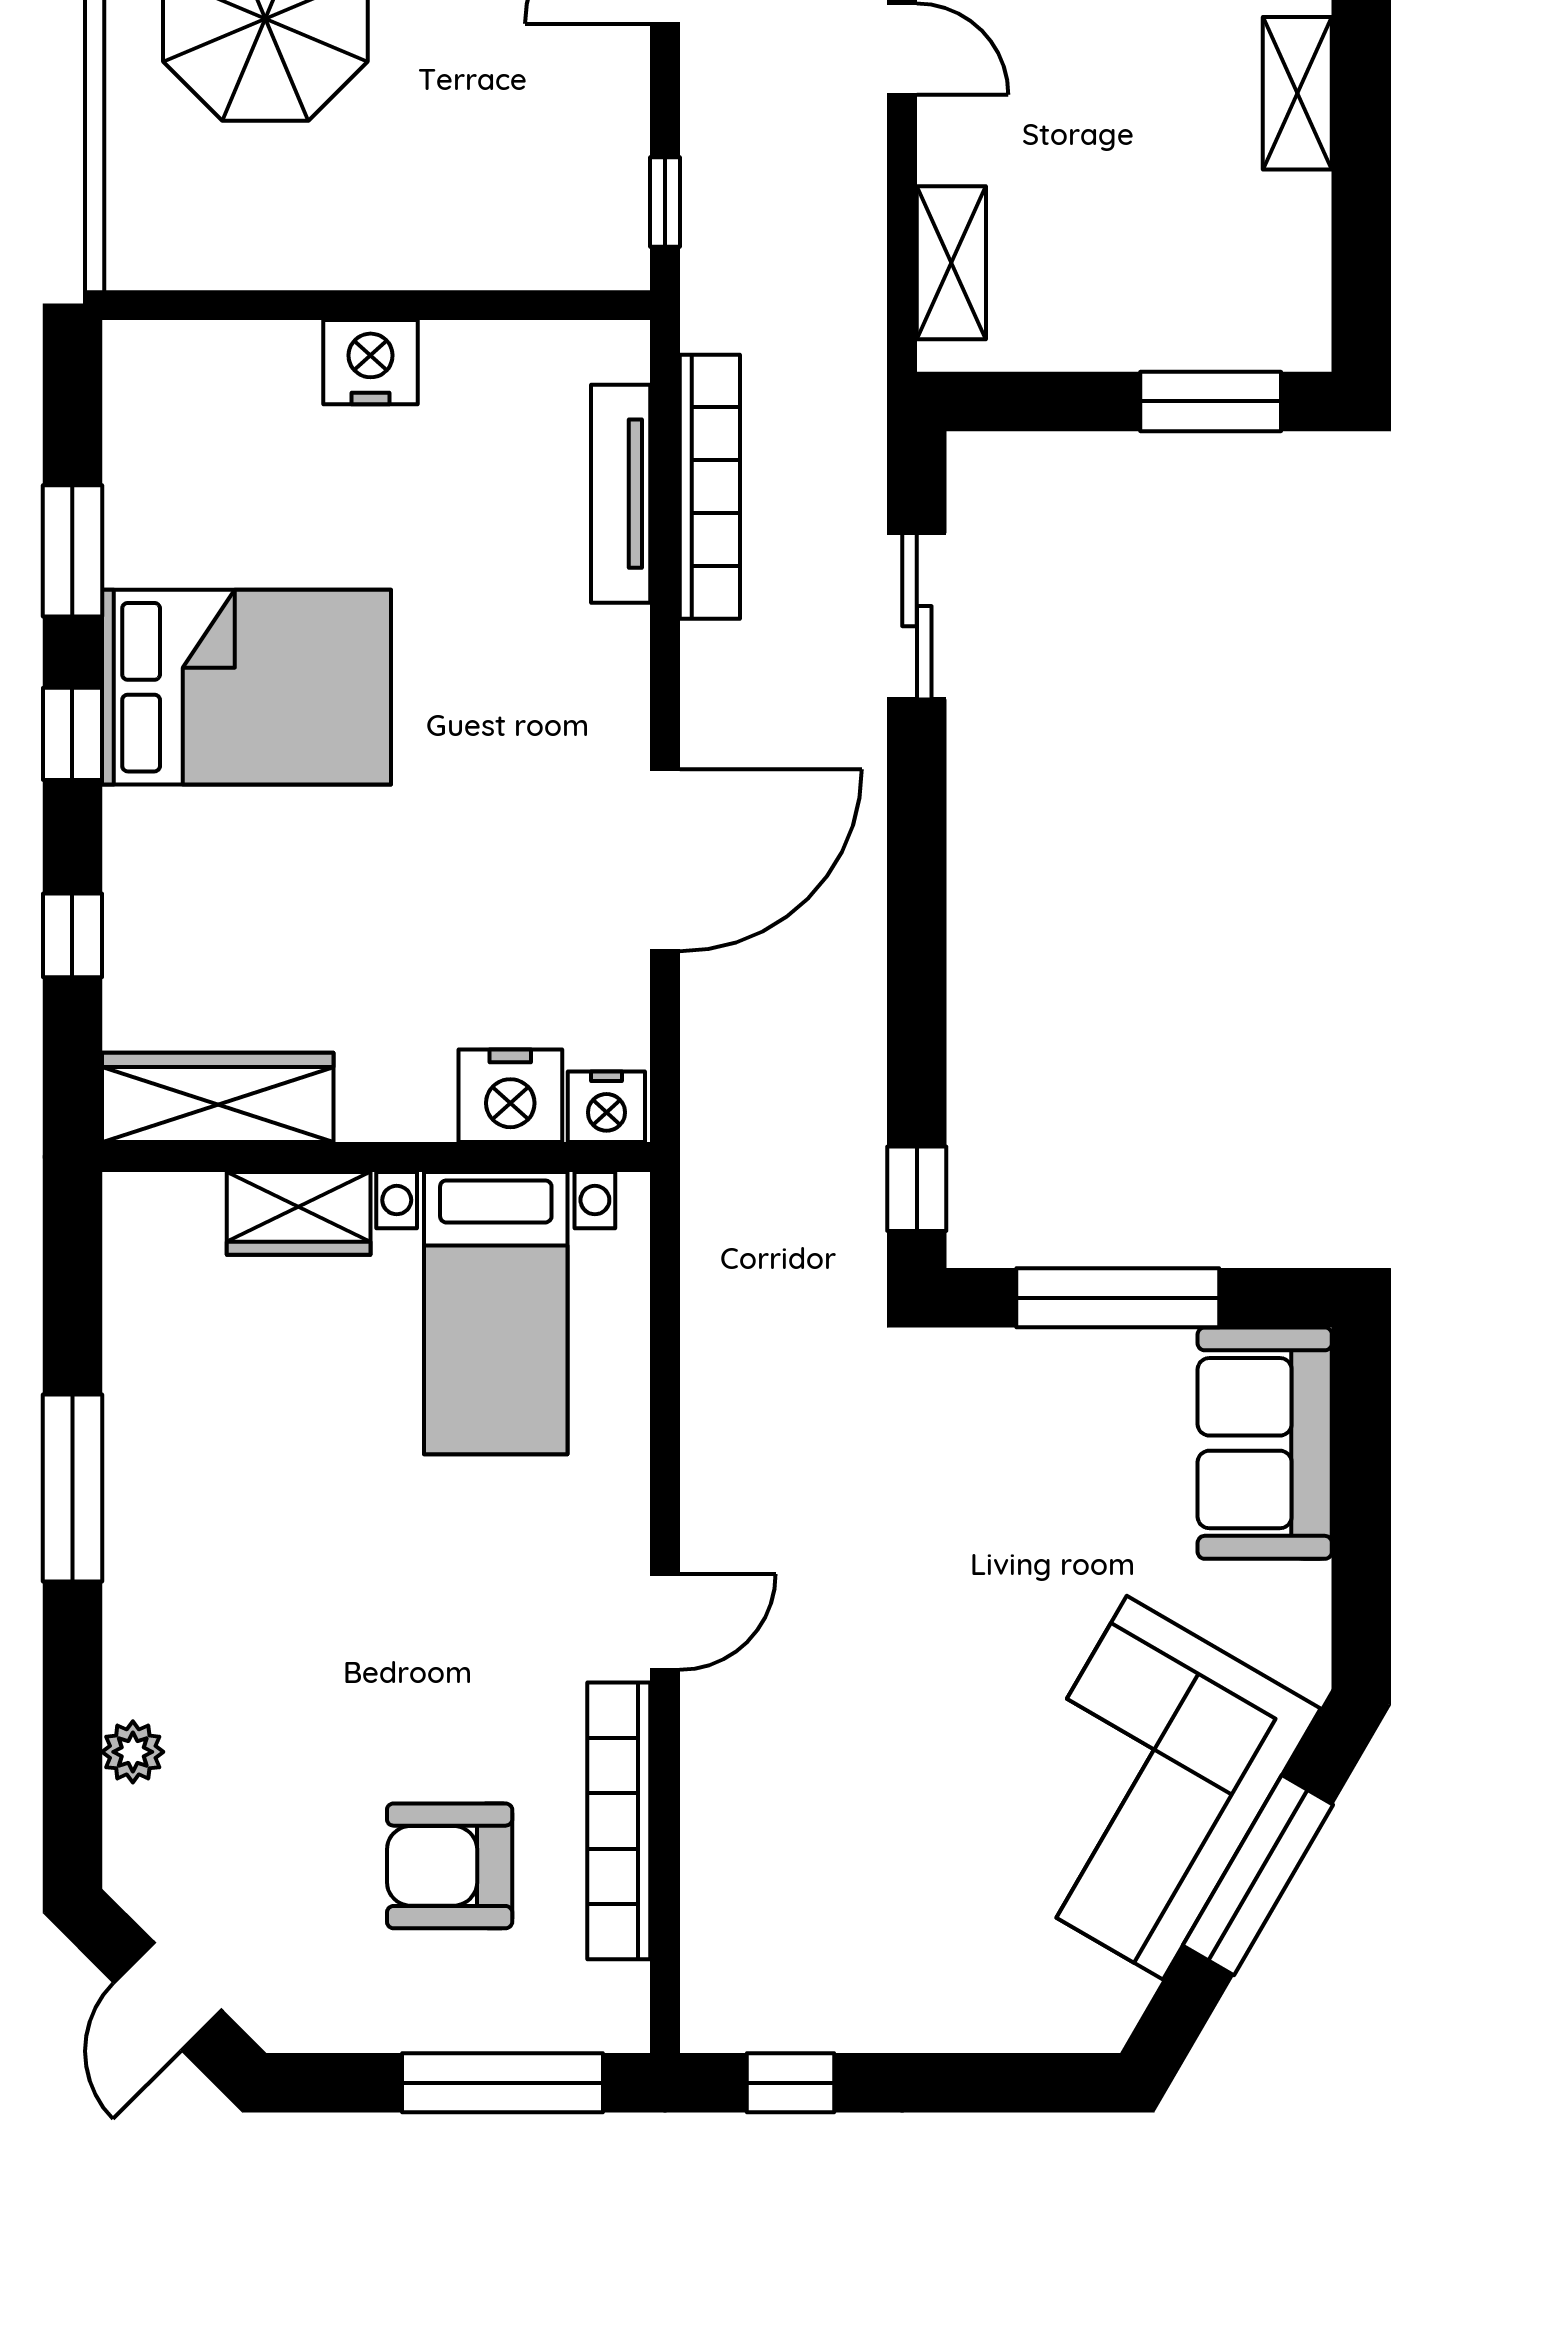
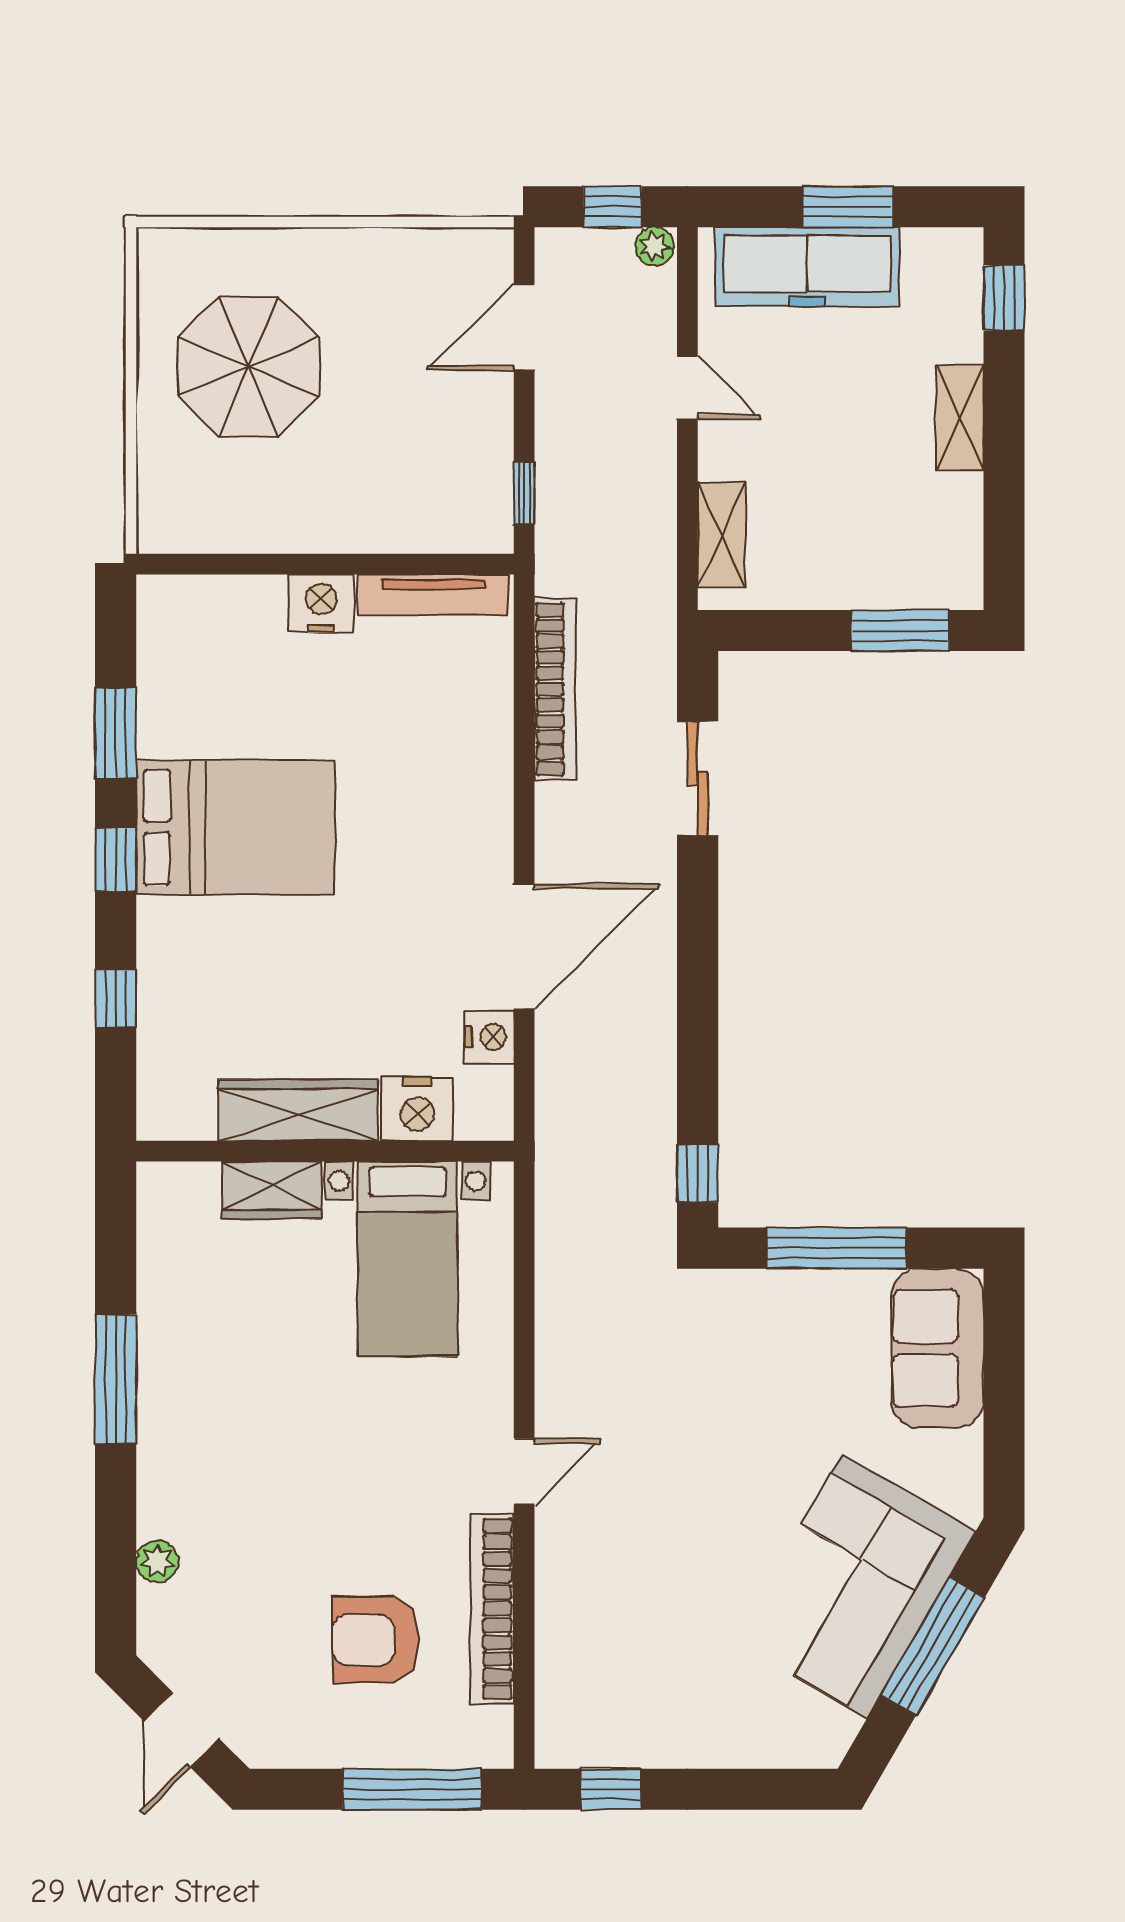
tv unit: (621, 494) -> (433, 595), moved, turned -90
wardrobe: (218, 1097) -> (298, 1110), moved
nightstand: (606, 1107) -> (489, 1037), moved, turned -90

